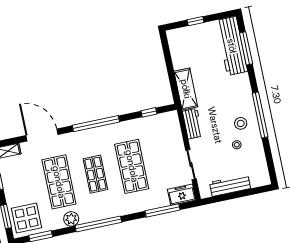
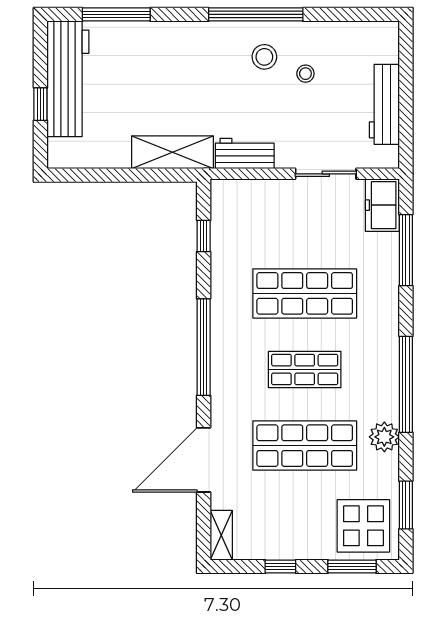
workbench: (232, 46) -> (68, 79), moved, turned -90

